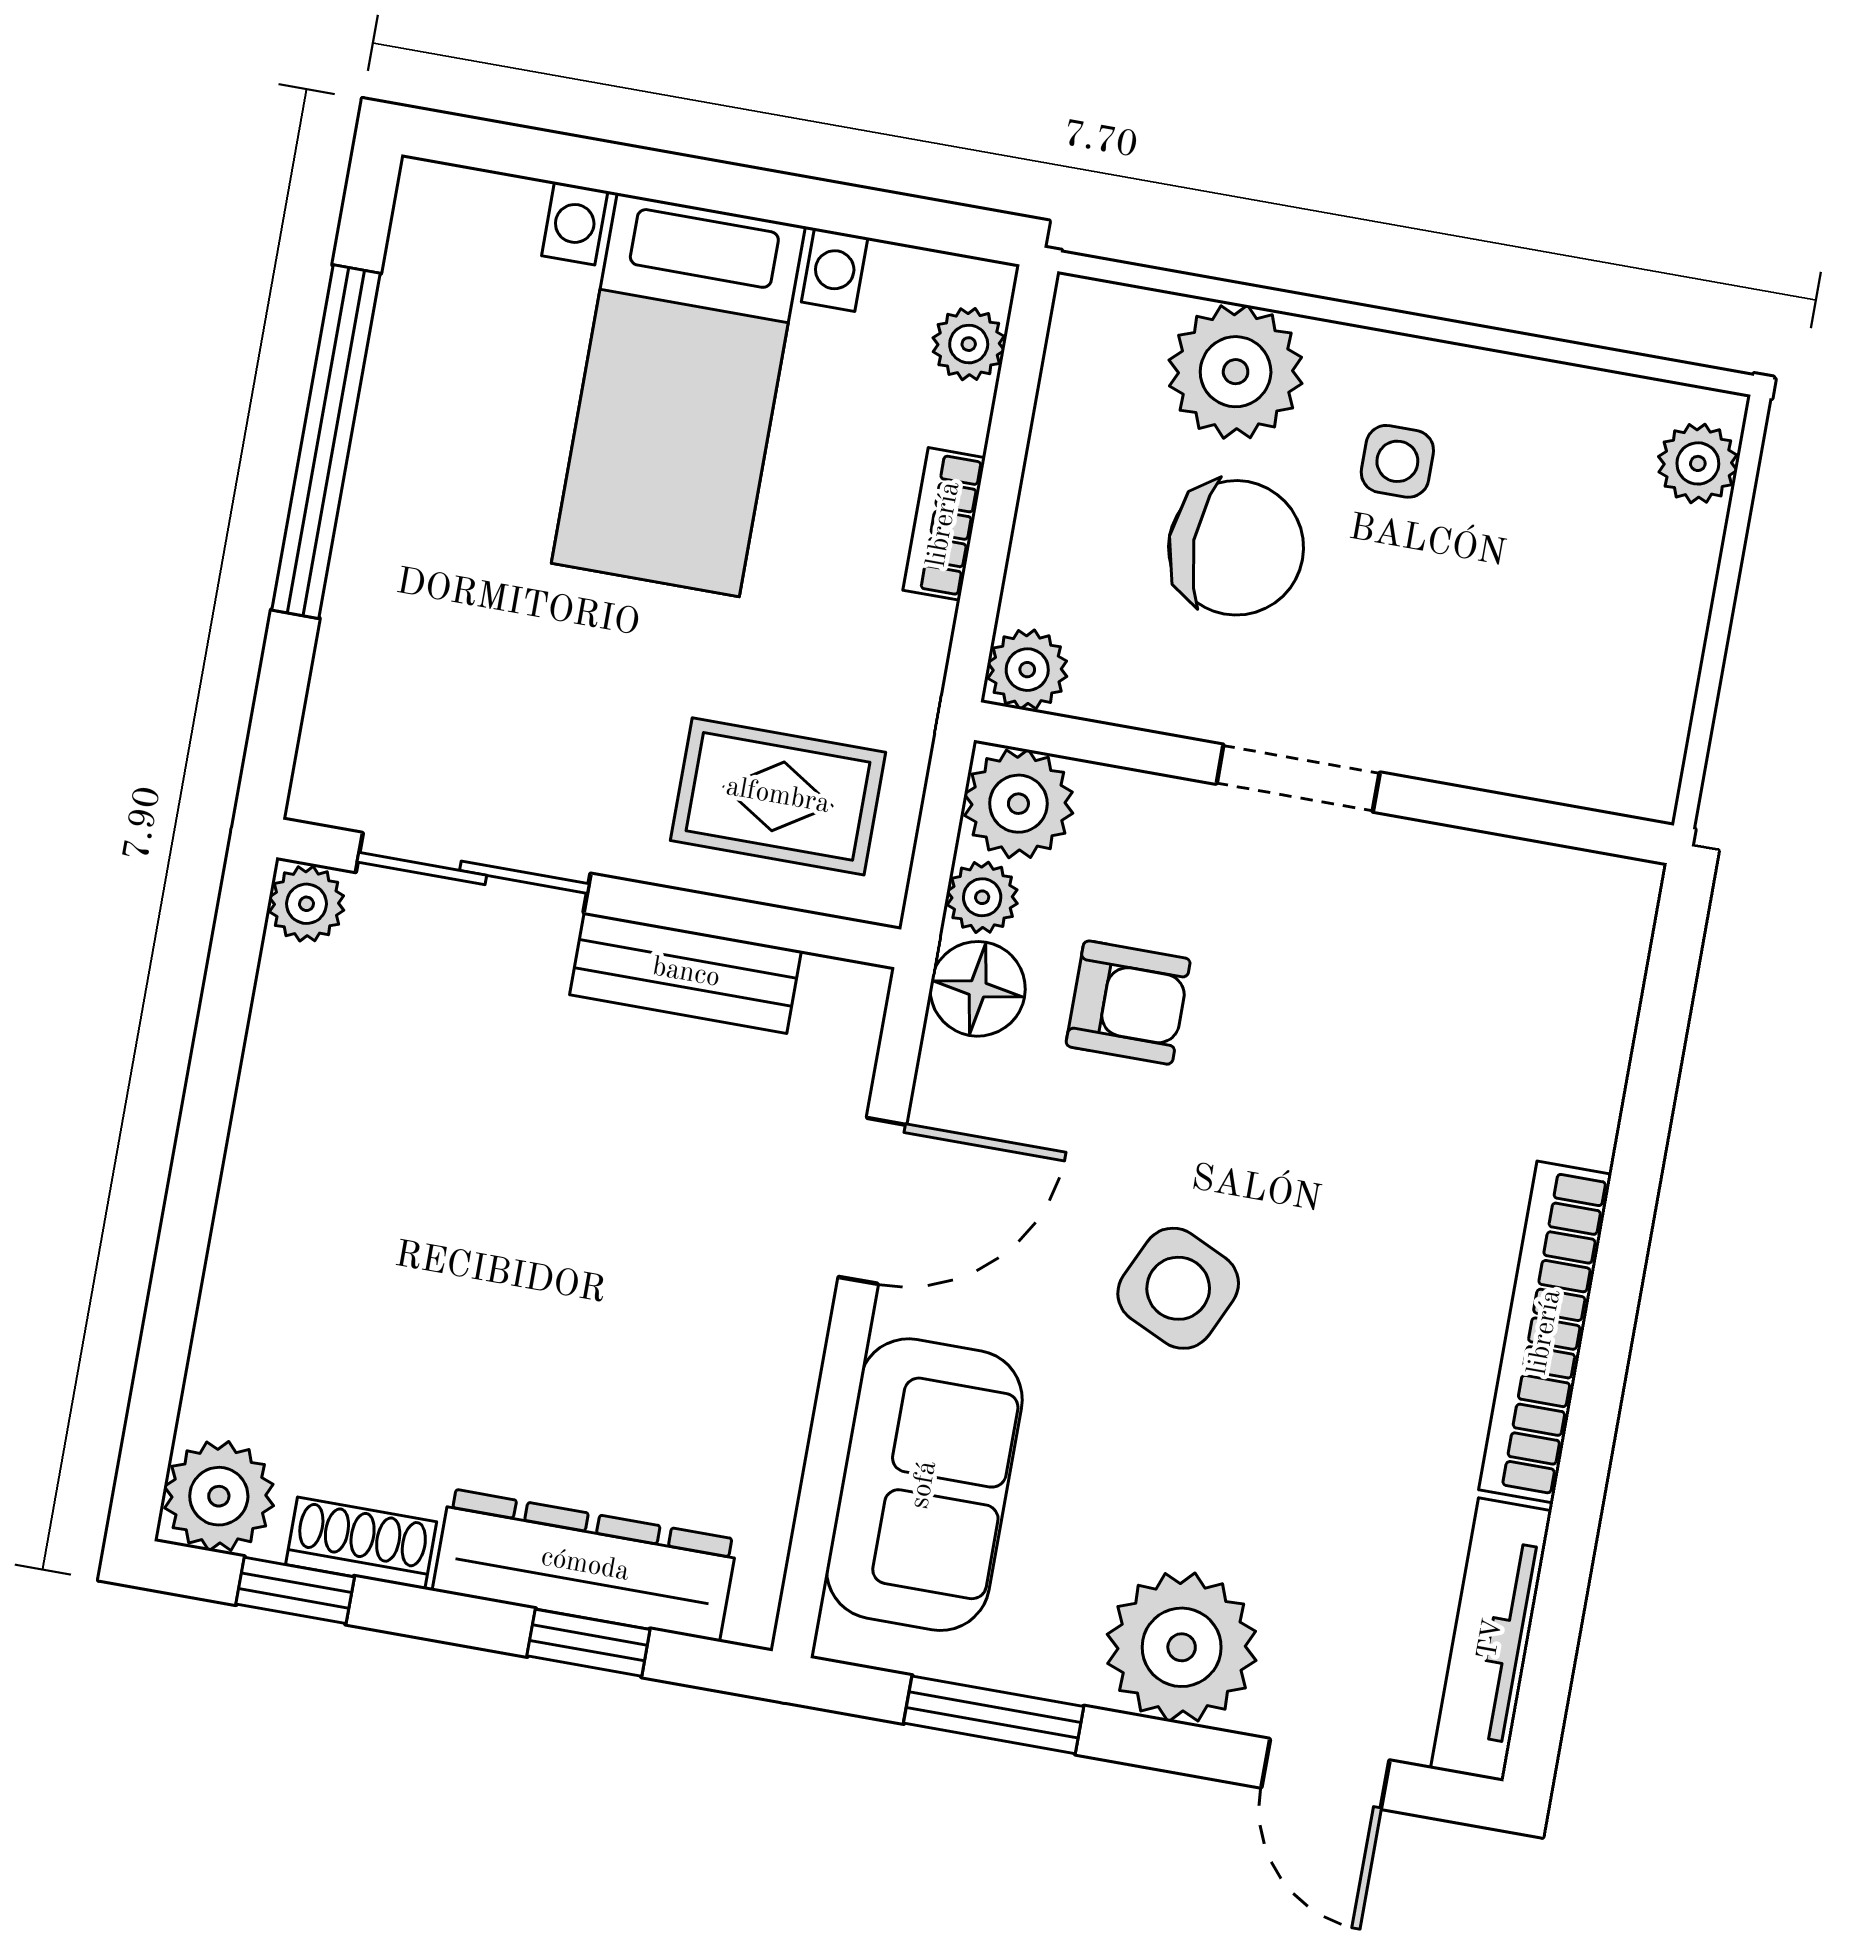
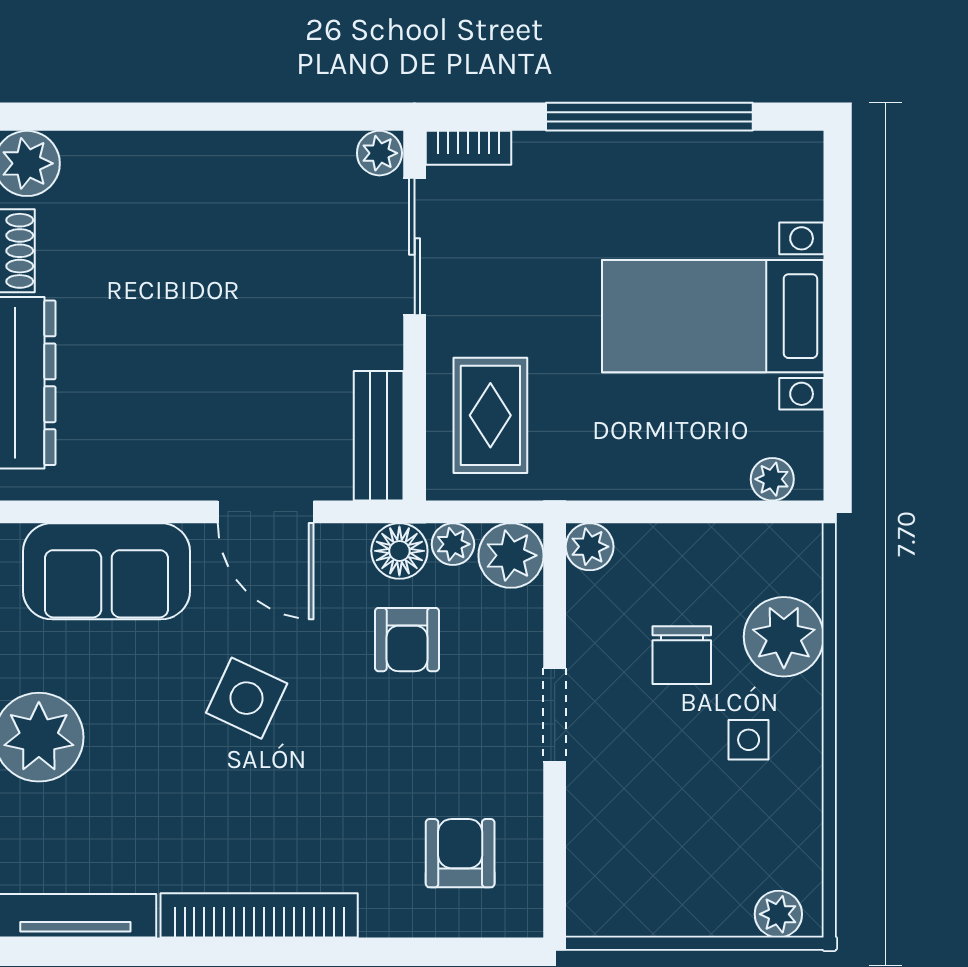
bookcase: (944, 524) -> (468, 148), moved, turned 180
chair: (1236, 548) -> (682, 655), width x0.73, depth x0.73
bench: (686, 973) -> (379, 436), moved
armchair: (1501, 977) -> (460, 853), added

